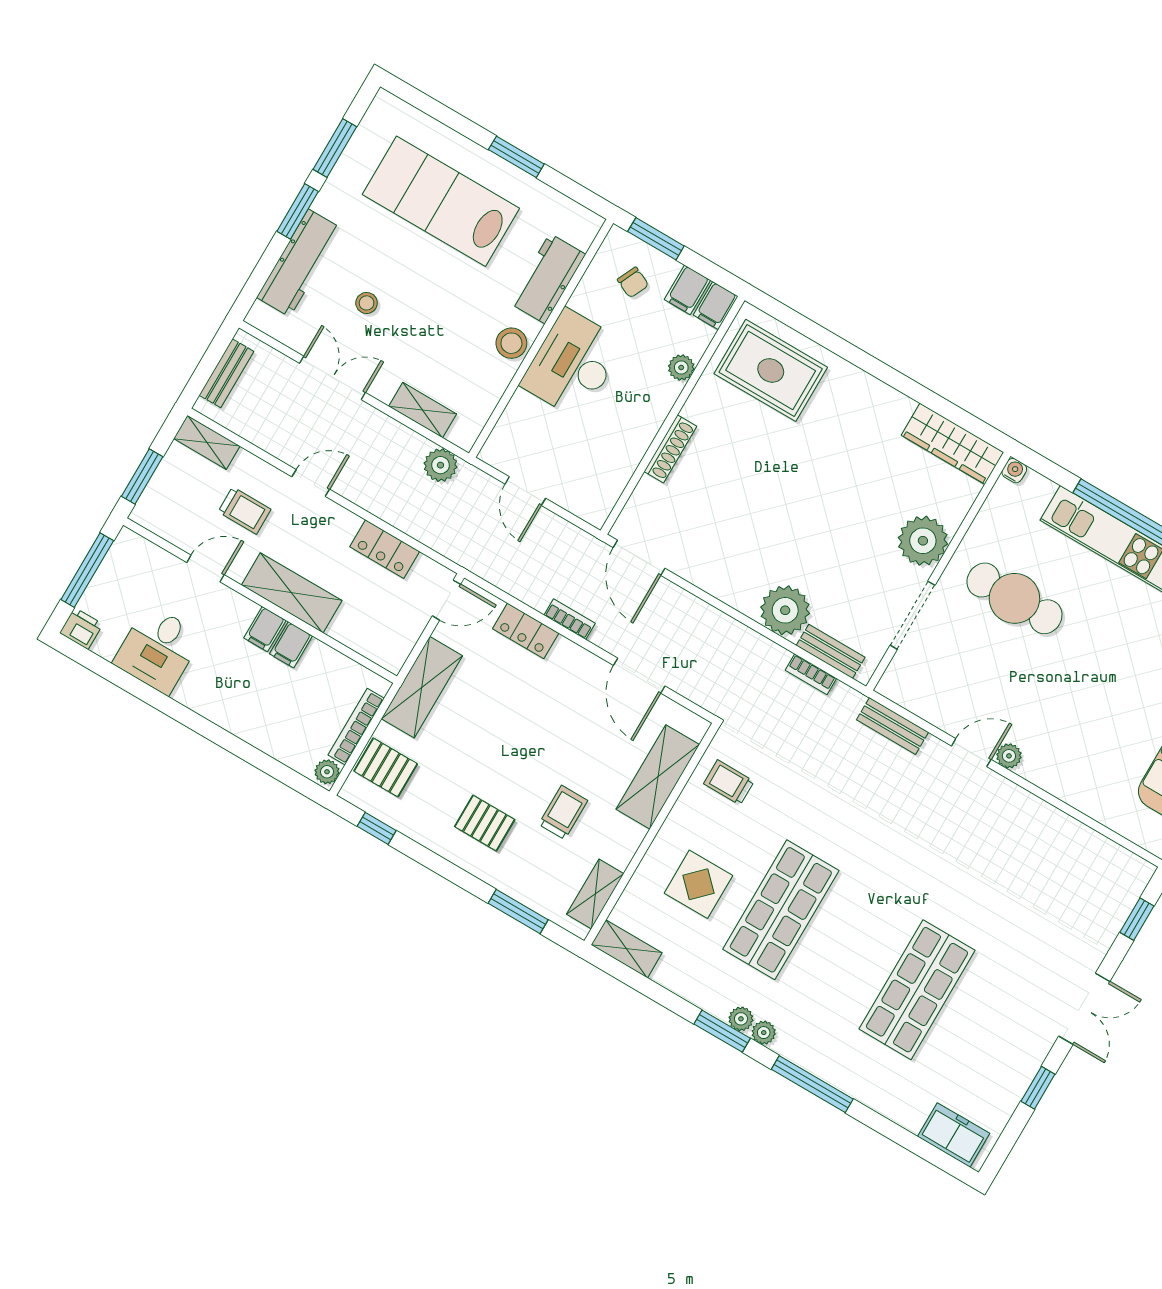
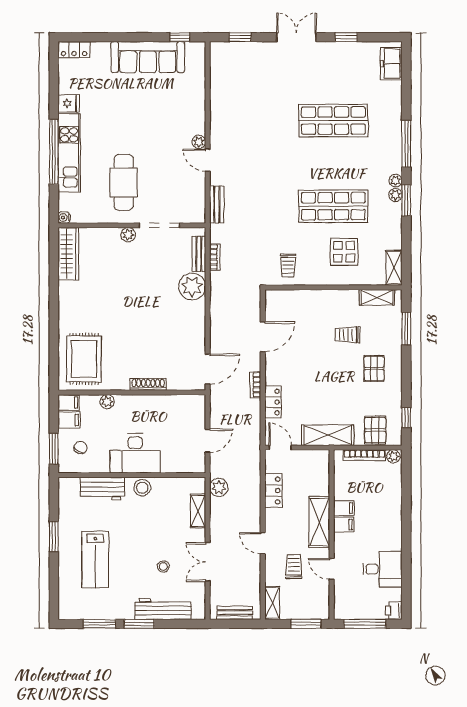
lab bench: (441, 201) -> (95, 560), width x0.73, depth x0.72
plant: (923, 541) -> (128, 235), width x0.53, depth x0.53
shelving: (658, 777) -> (305, 300), removed

